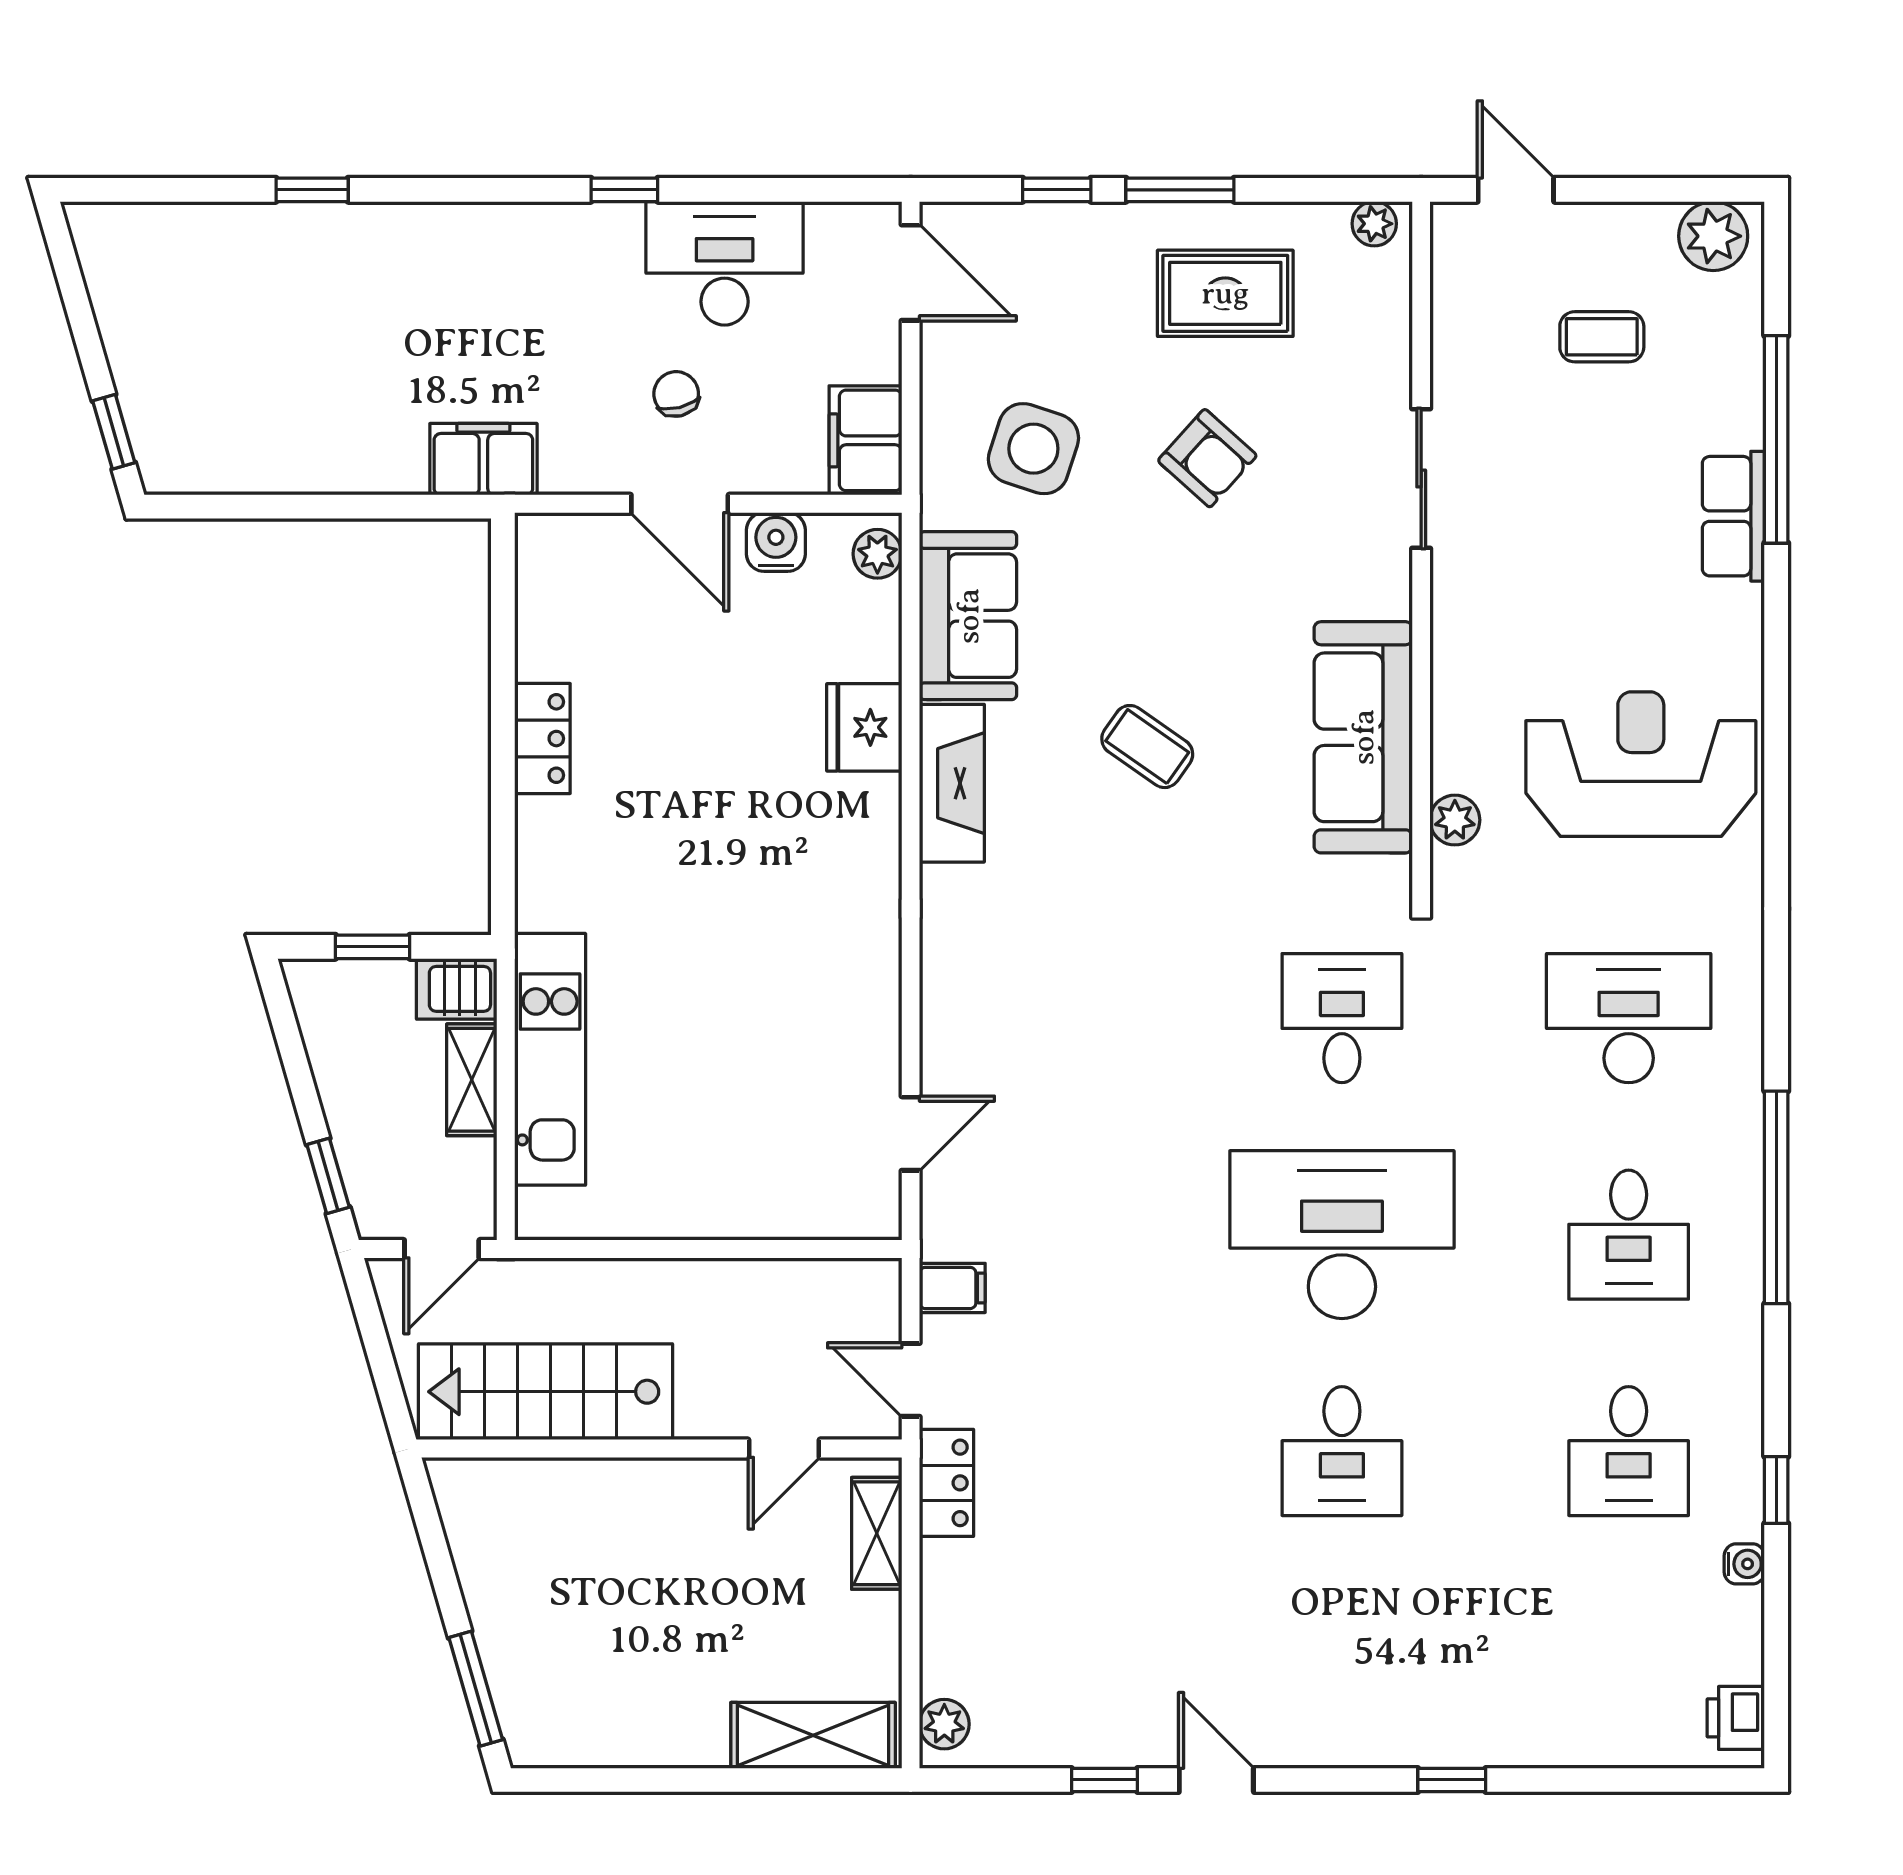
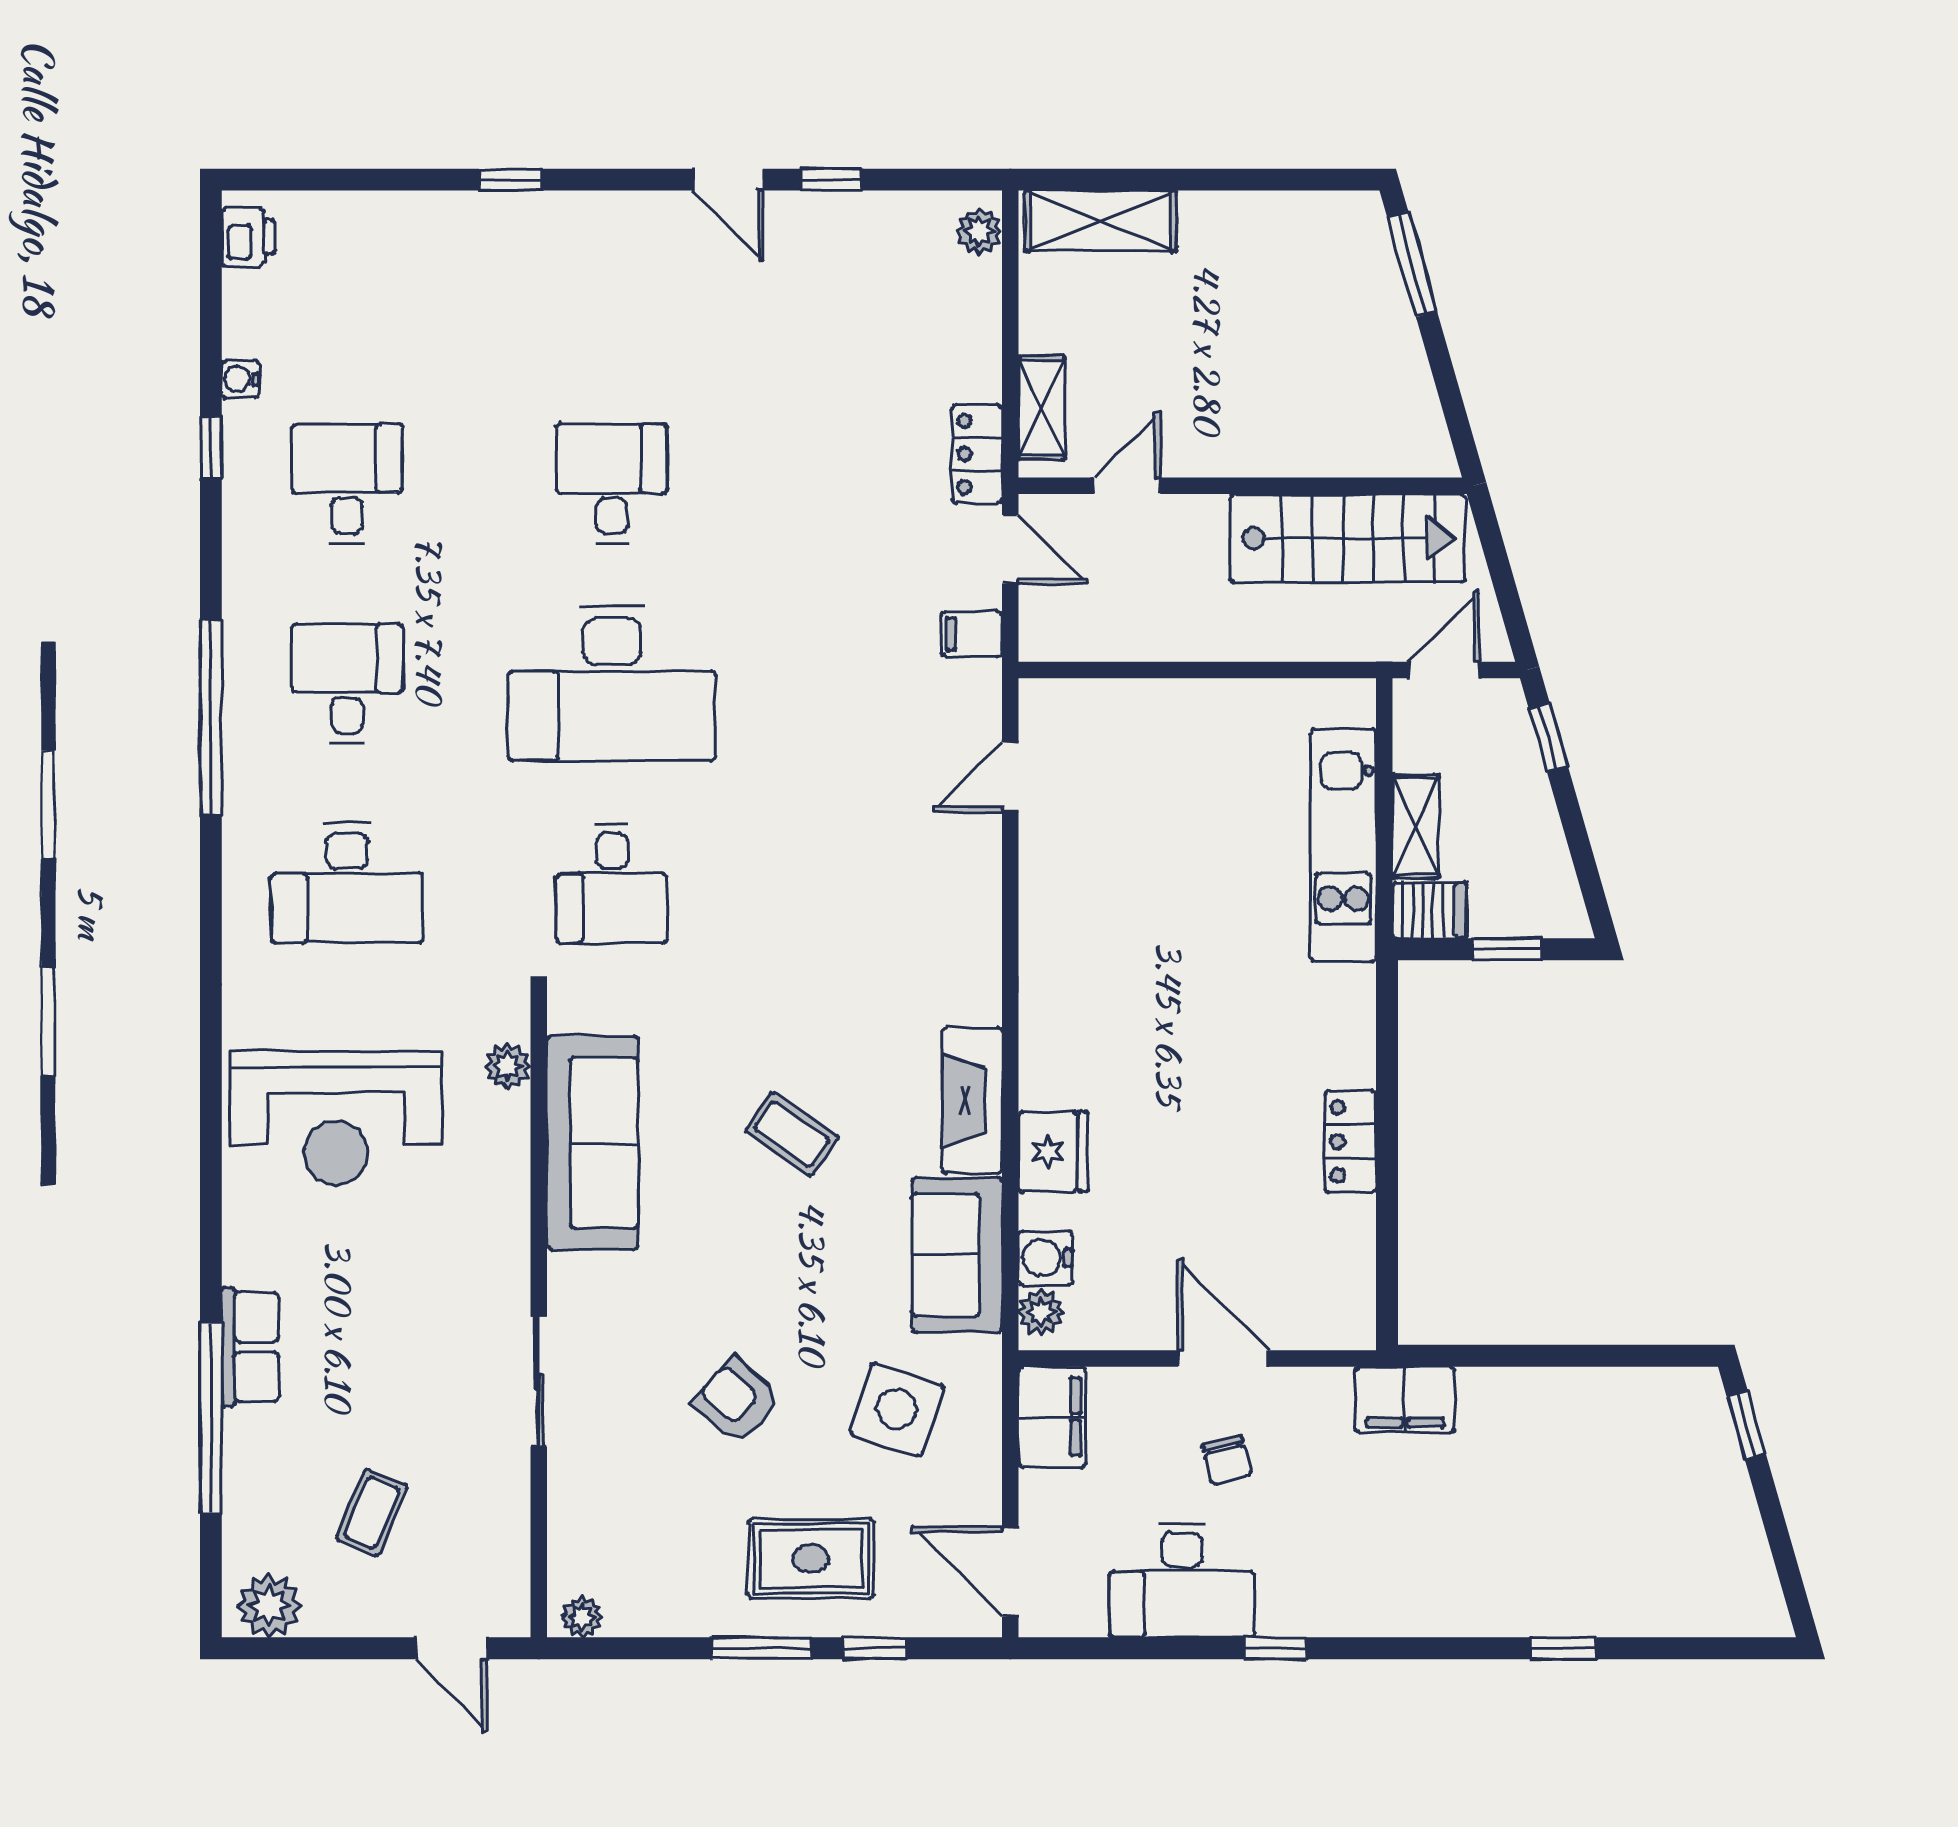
rug: (1225, 293) -> (811, 1559), moved
coffee table: (1602, 337) -> (372, 1513), turned -67
water cooler: (776, 542) -> (1046, 1258), moved, turned 90

